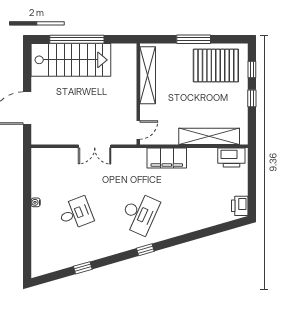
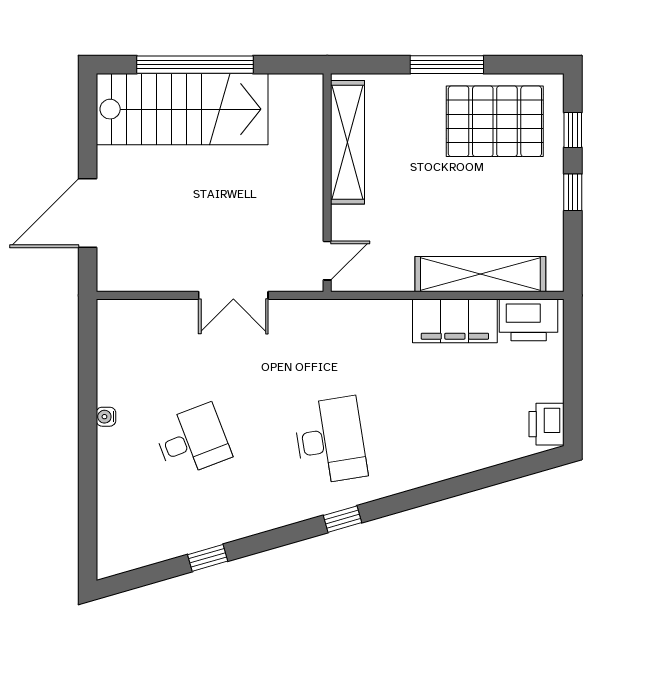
filing cabinet: (167, 158) -> (455, 321), moved
desk: (140, 213) -> (330, 440), turned -33

